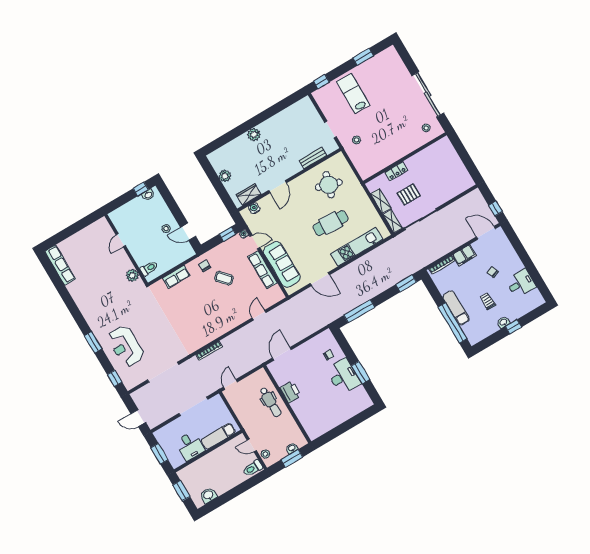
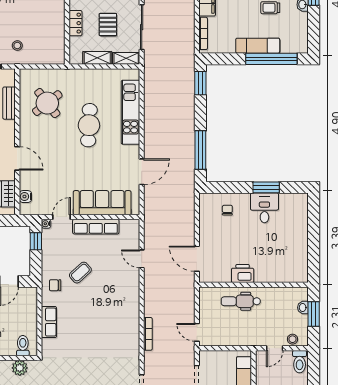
round table: (329, 185) -> (47, 103), turned 35
desk: (343, 376) -> (264, 208), width x0.73
dental chair: (270, 402) -> (241, 301), turned 180

